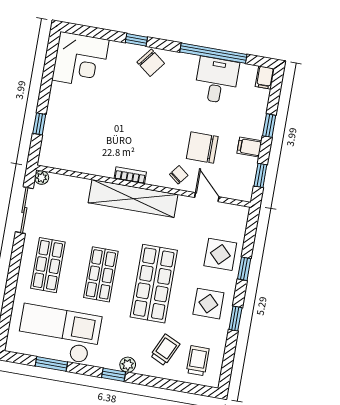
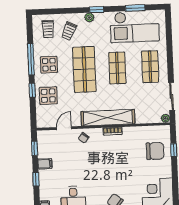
chair: (202, 148) -> (155, 151), moved
door: (207, 197) -> (64, 128), swing flipped
window: (235, 319) -> (31, 59), width x2.17

